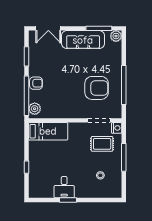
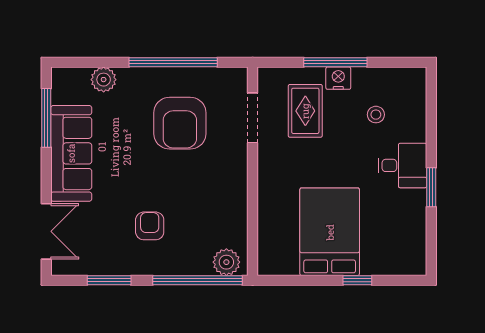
plant: (116, 36) -> (104, 80), moved
armchair: (36, 83) -> (150, 226), moved
armchair: (97, 88) -> (180, 123), turned 180
nightstand: (117, 128) -> (338, 78), moved
bed: (48, 131) -> (330, 232), moved, width x1.50
desk: (64, 187) -> (402, 165), moved

